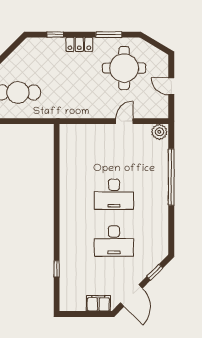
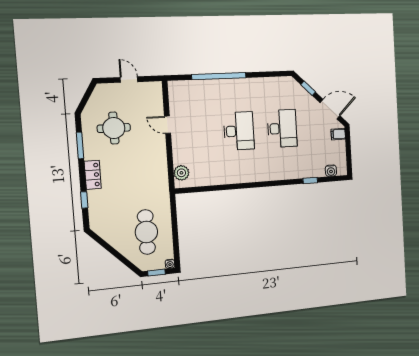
round table: (124, 68) -> (114, 128), width x0.73, depth x0.73
door: (171, 86) -> (129, 80), swing flipped
plant: (159, 132) -> (181, 173), moved
water cooler: (66, 293) -> (331, 171), added
filing cabinet: (98, 303) -> (338, 134), width x0.50

